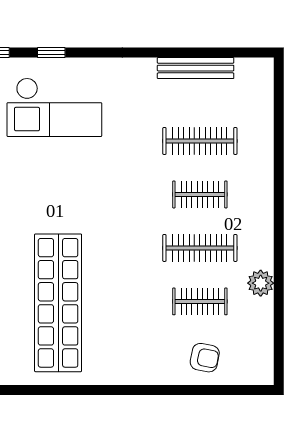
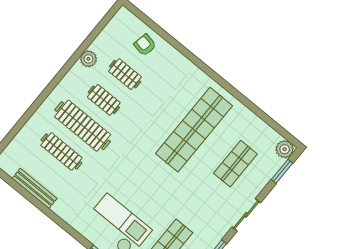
clothes rail: (200, 194) -> (83, 126), width x1.86, depth x1.31
clothes rail: (200, 248) -> (104, 100), width x0.73

